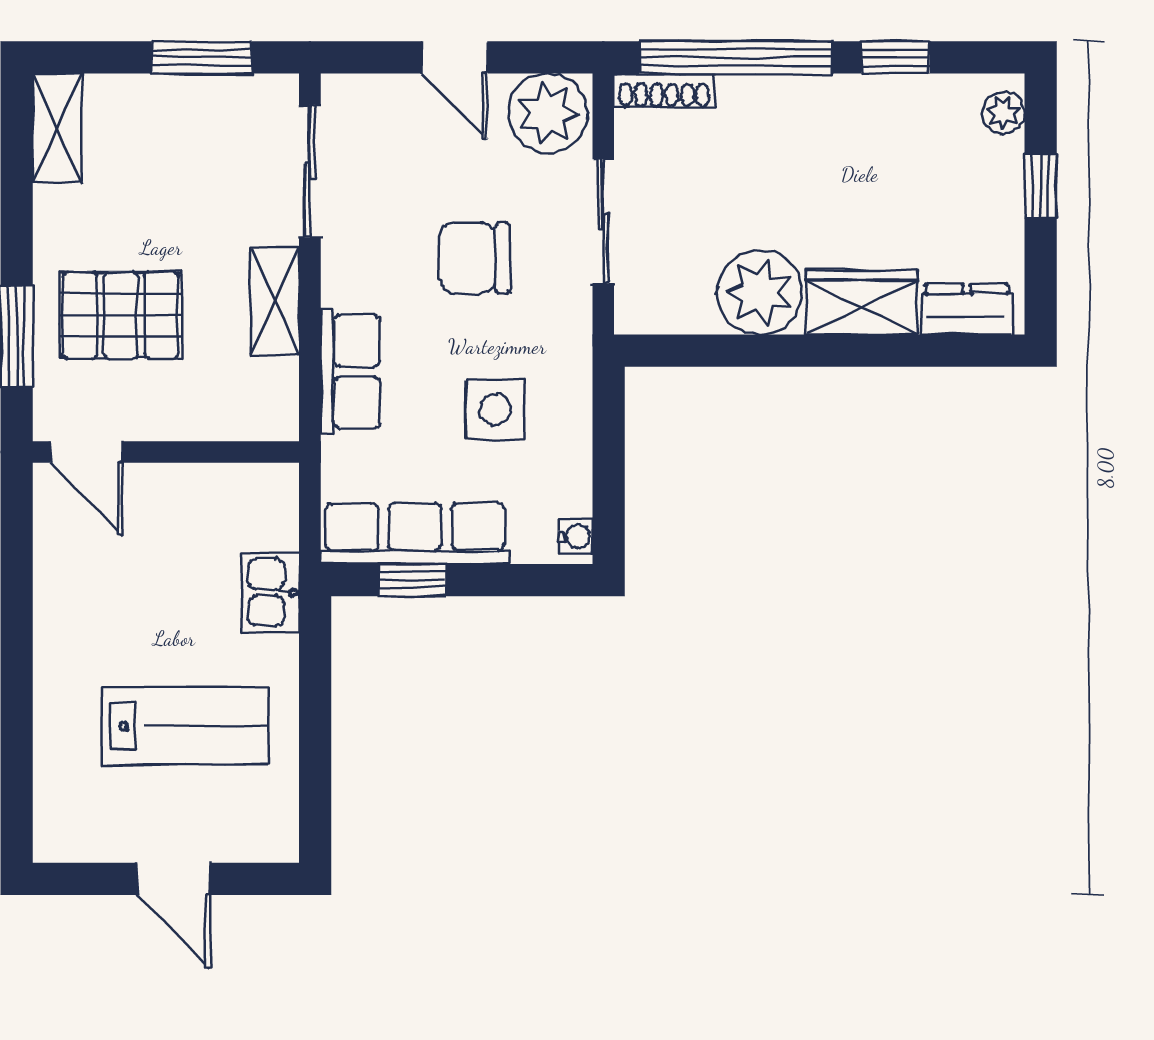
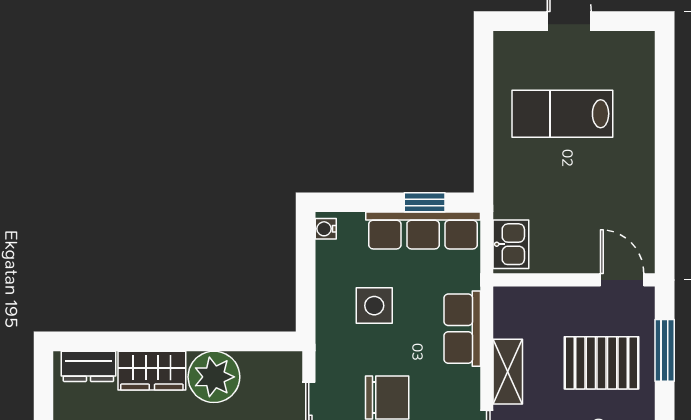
kitchen sink: (270, 593) -> (511, 244), moved

